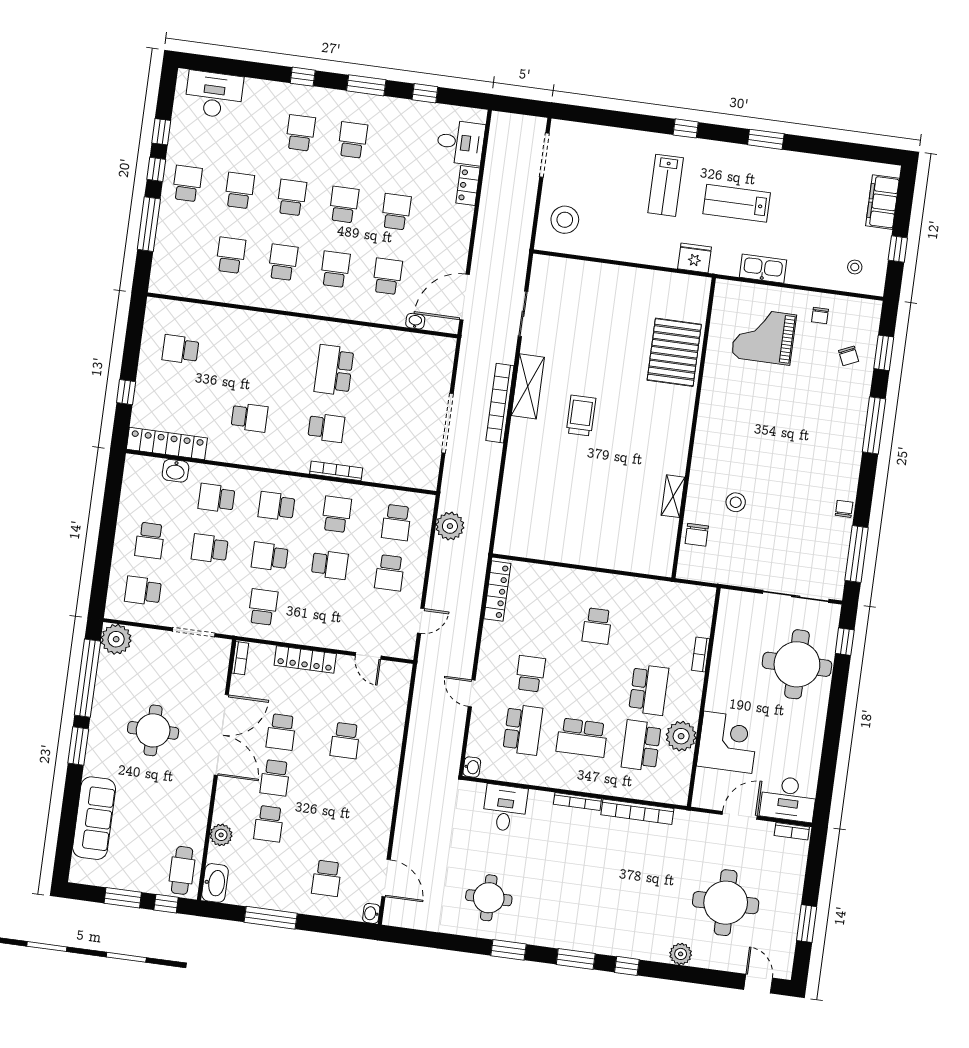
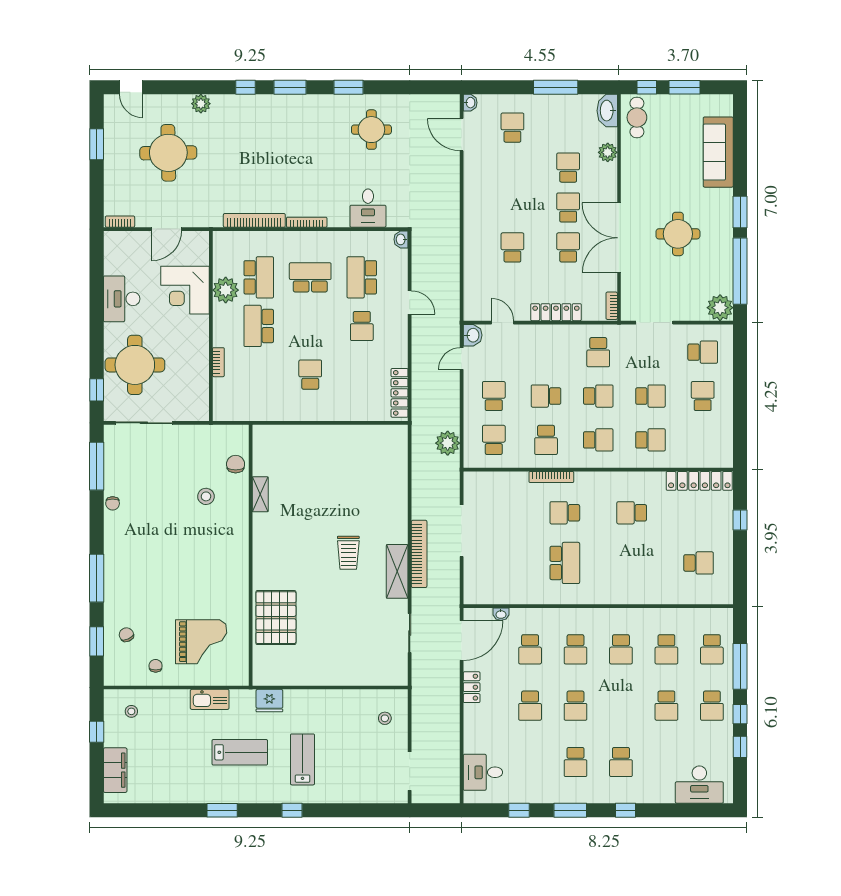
locker: (468, 185) -> (472, 687), moved
school desk: (292, 198) -> (712, 649), moved
stool: (565, 220) -> (385, 718), width x0.53, depth x0.53
washbasin: (175, 471) -> (473, 335), moved, turned 90
desk: (788, 799) -> (122, 299), moved, turned -90

